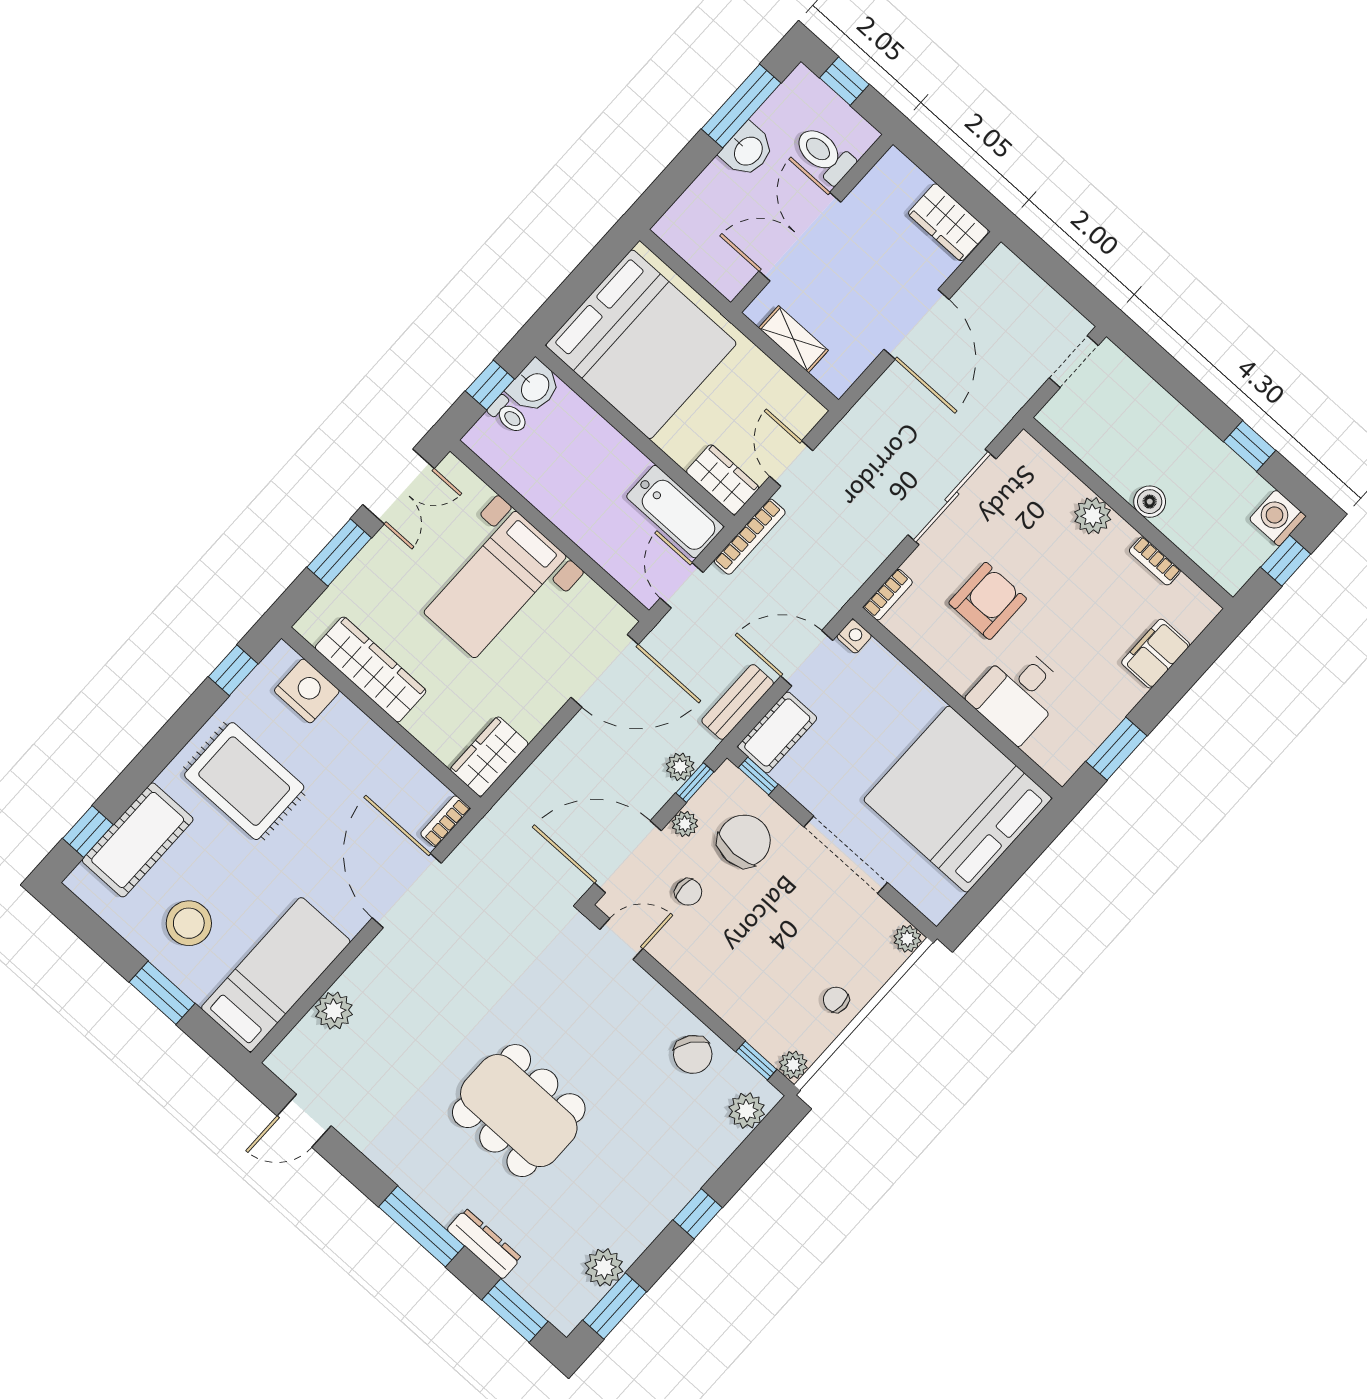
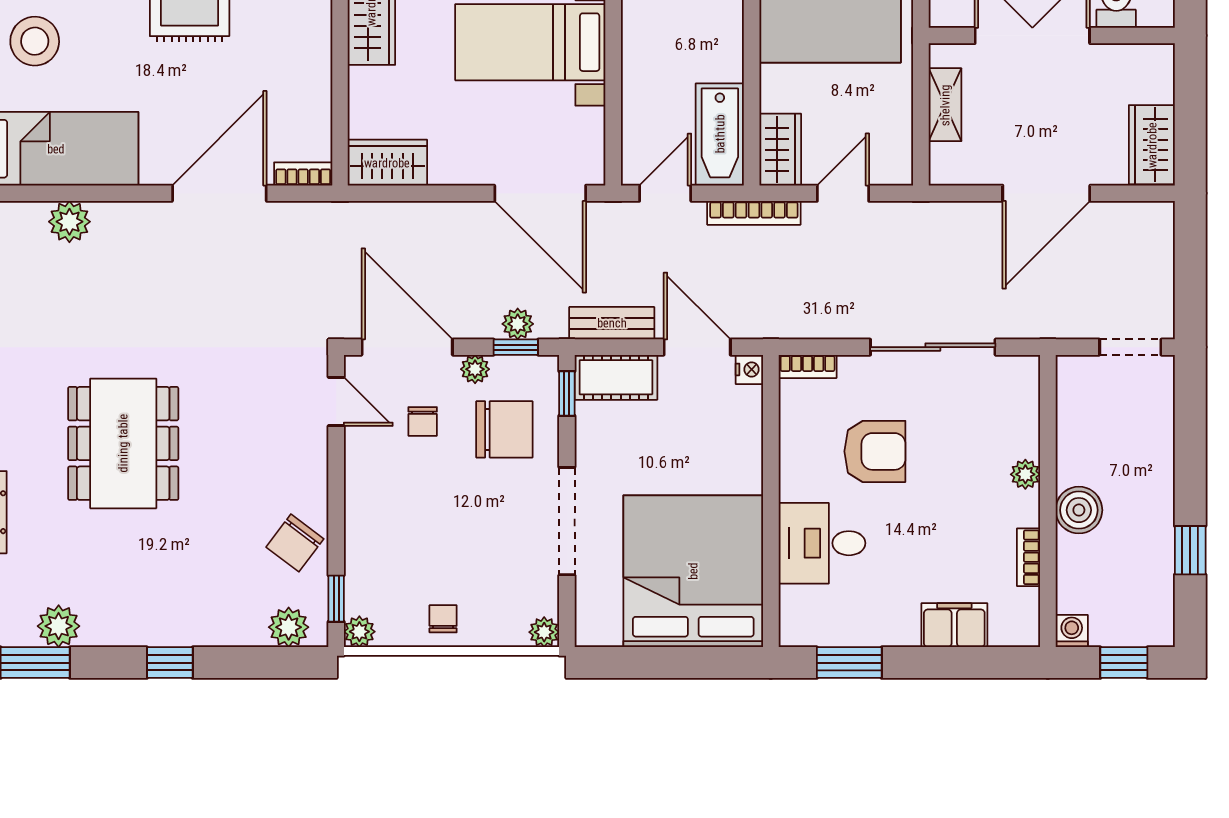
boiler: (1150, 502) -> (1079, 510), width x1.36, depth x1.36
plant: (1093, 516) -> (1025, 474), width x0.73, depth x0.73
washing machine: (1278, 518) -> (1072, 631), moved, width x0.73, depth x0.73

